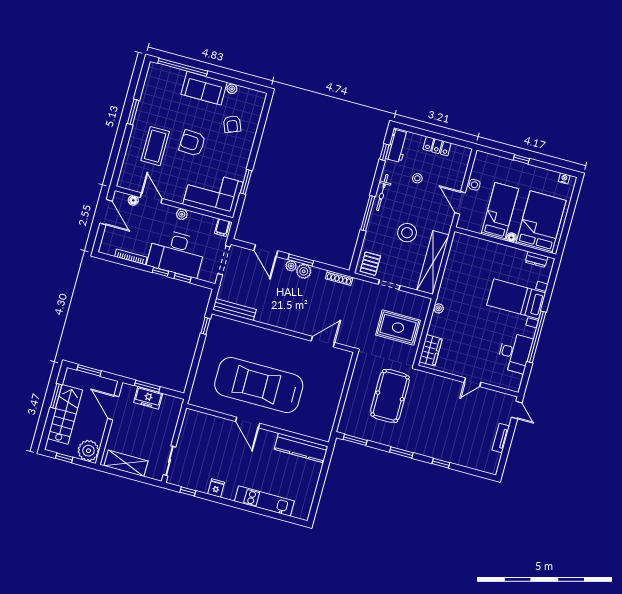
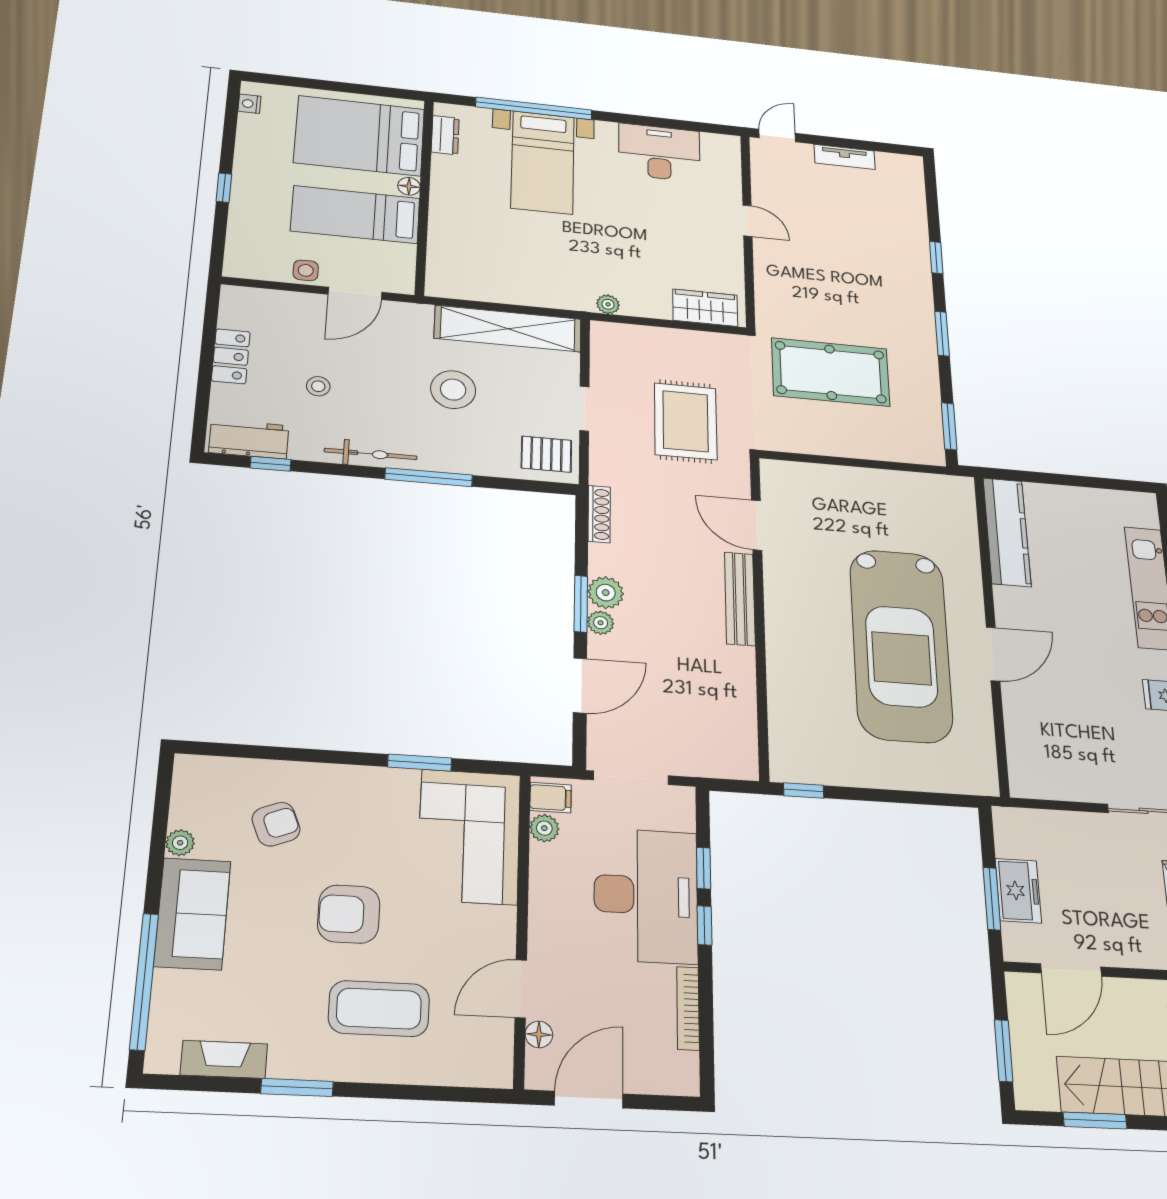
fireplace: (149, 89) -> (224, 1059), added
armchair: (192, 143) -> (349, 914), turned 87
plant: (182, 214) -> (544, 828), moved
bench: (234, 309) -> (740, 599), moved
rug: (398, 328) -> (686, 421), moved
window: (537, 337) -> (534, 108), moved

